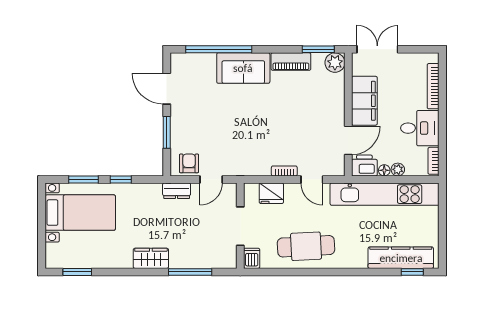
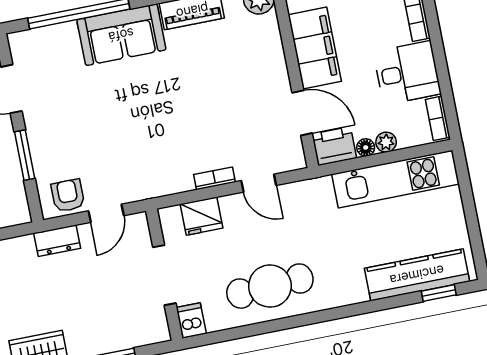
door: (348, 140) -> (302, 113), hinge flipped
kitchen unit: (385, 194) -> (395, 179), width x0.73

